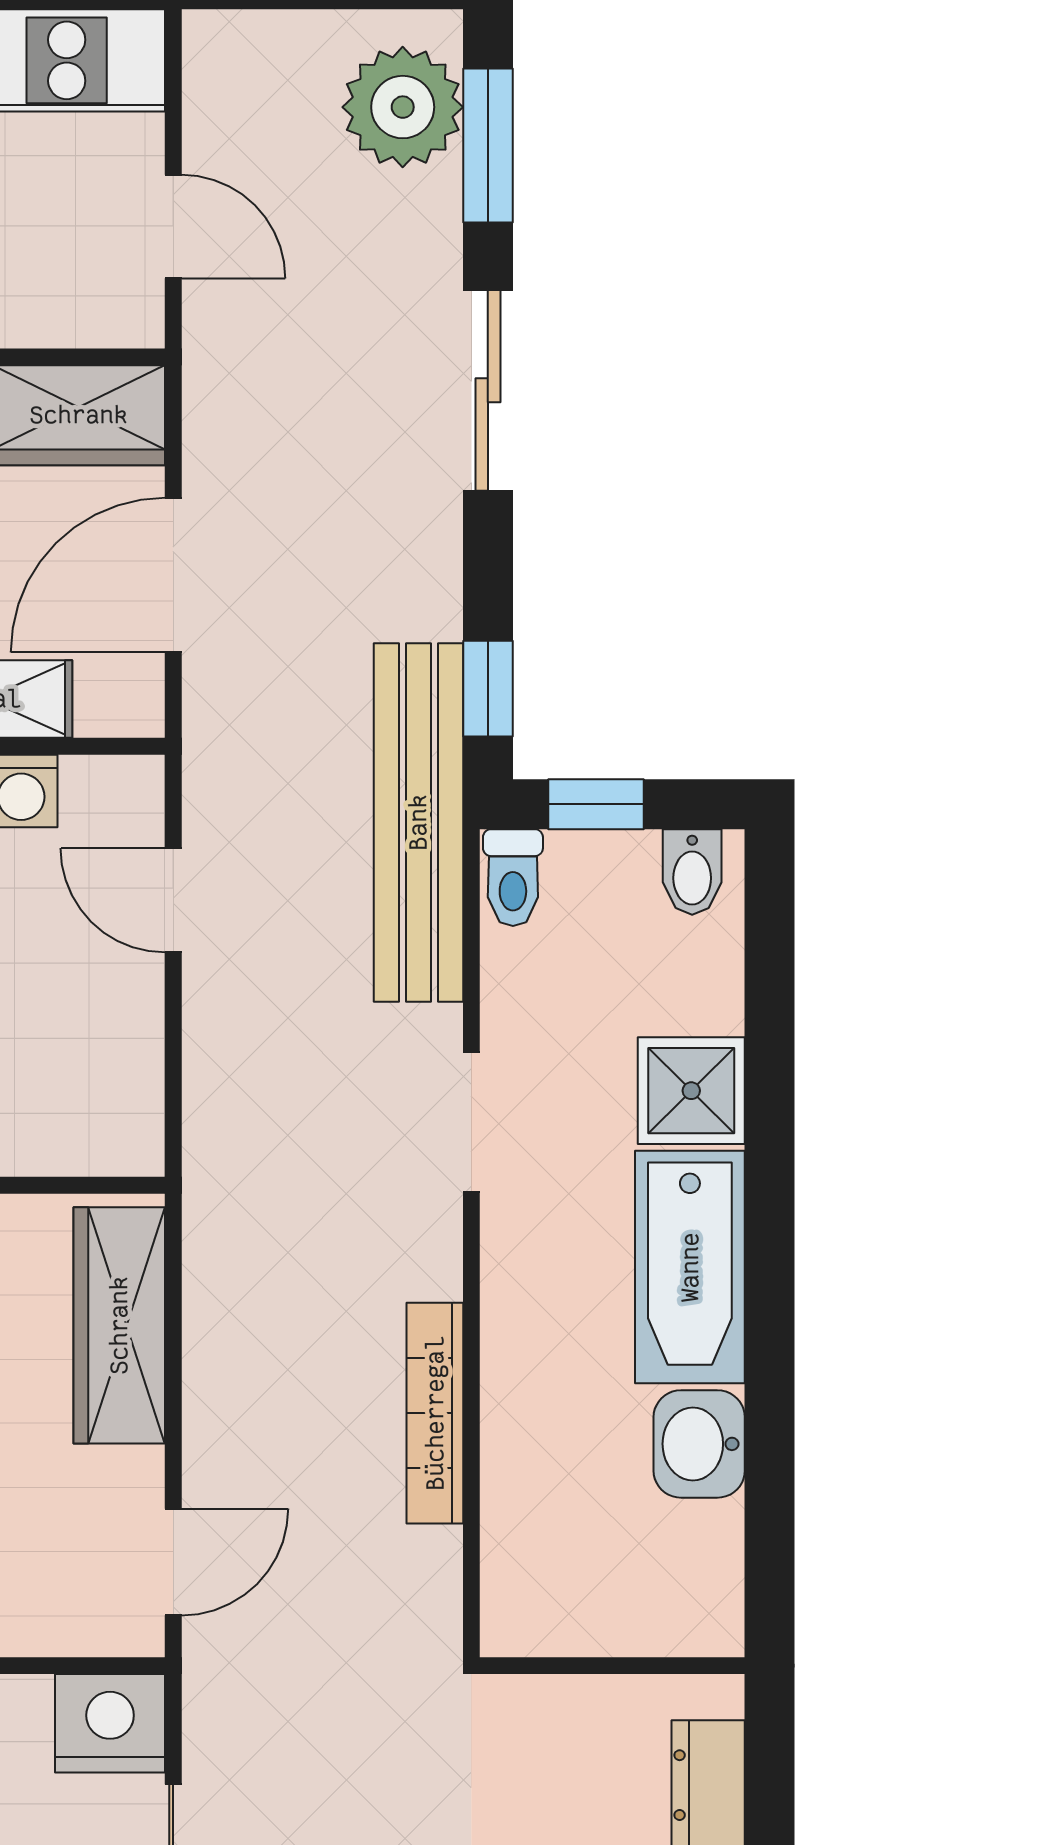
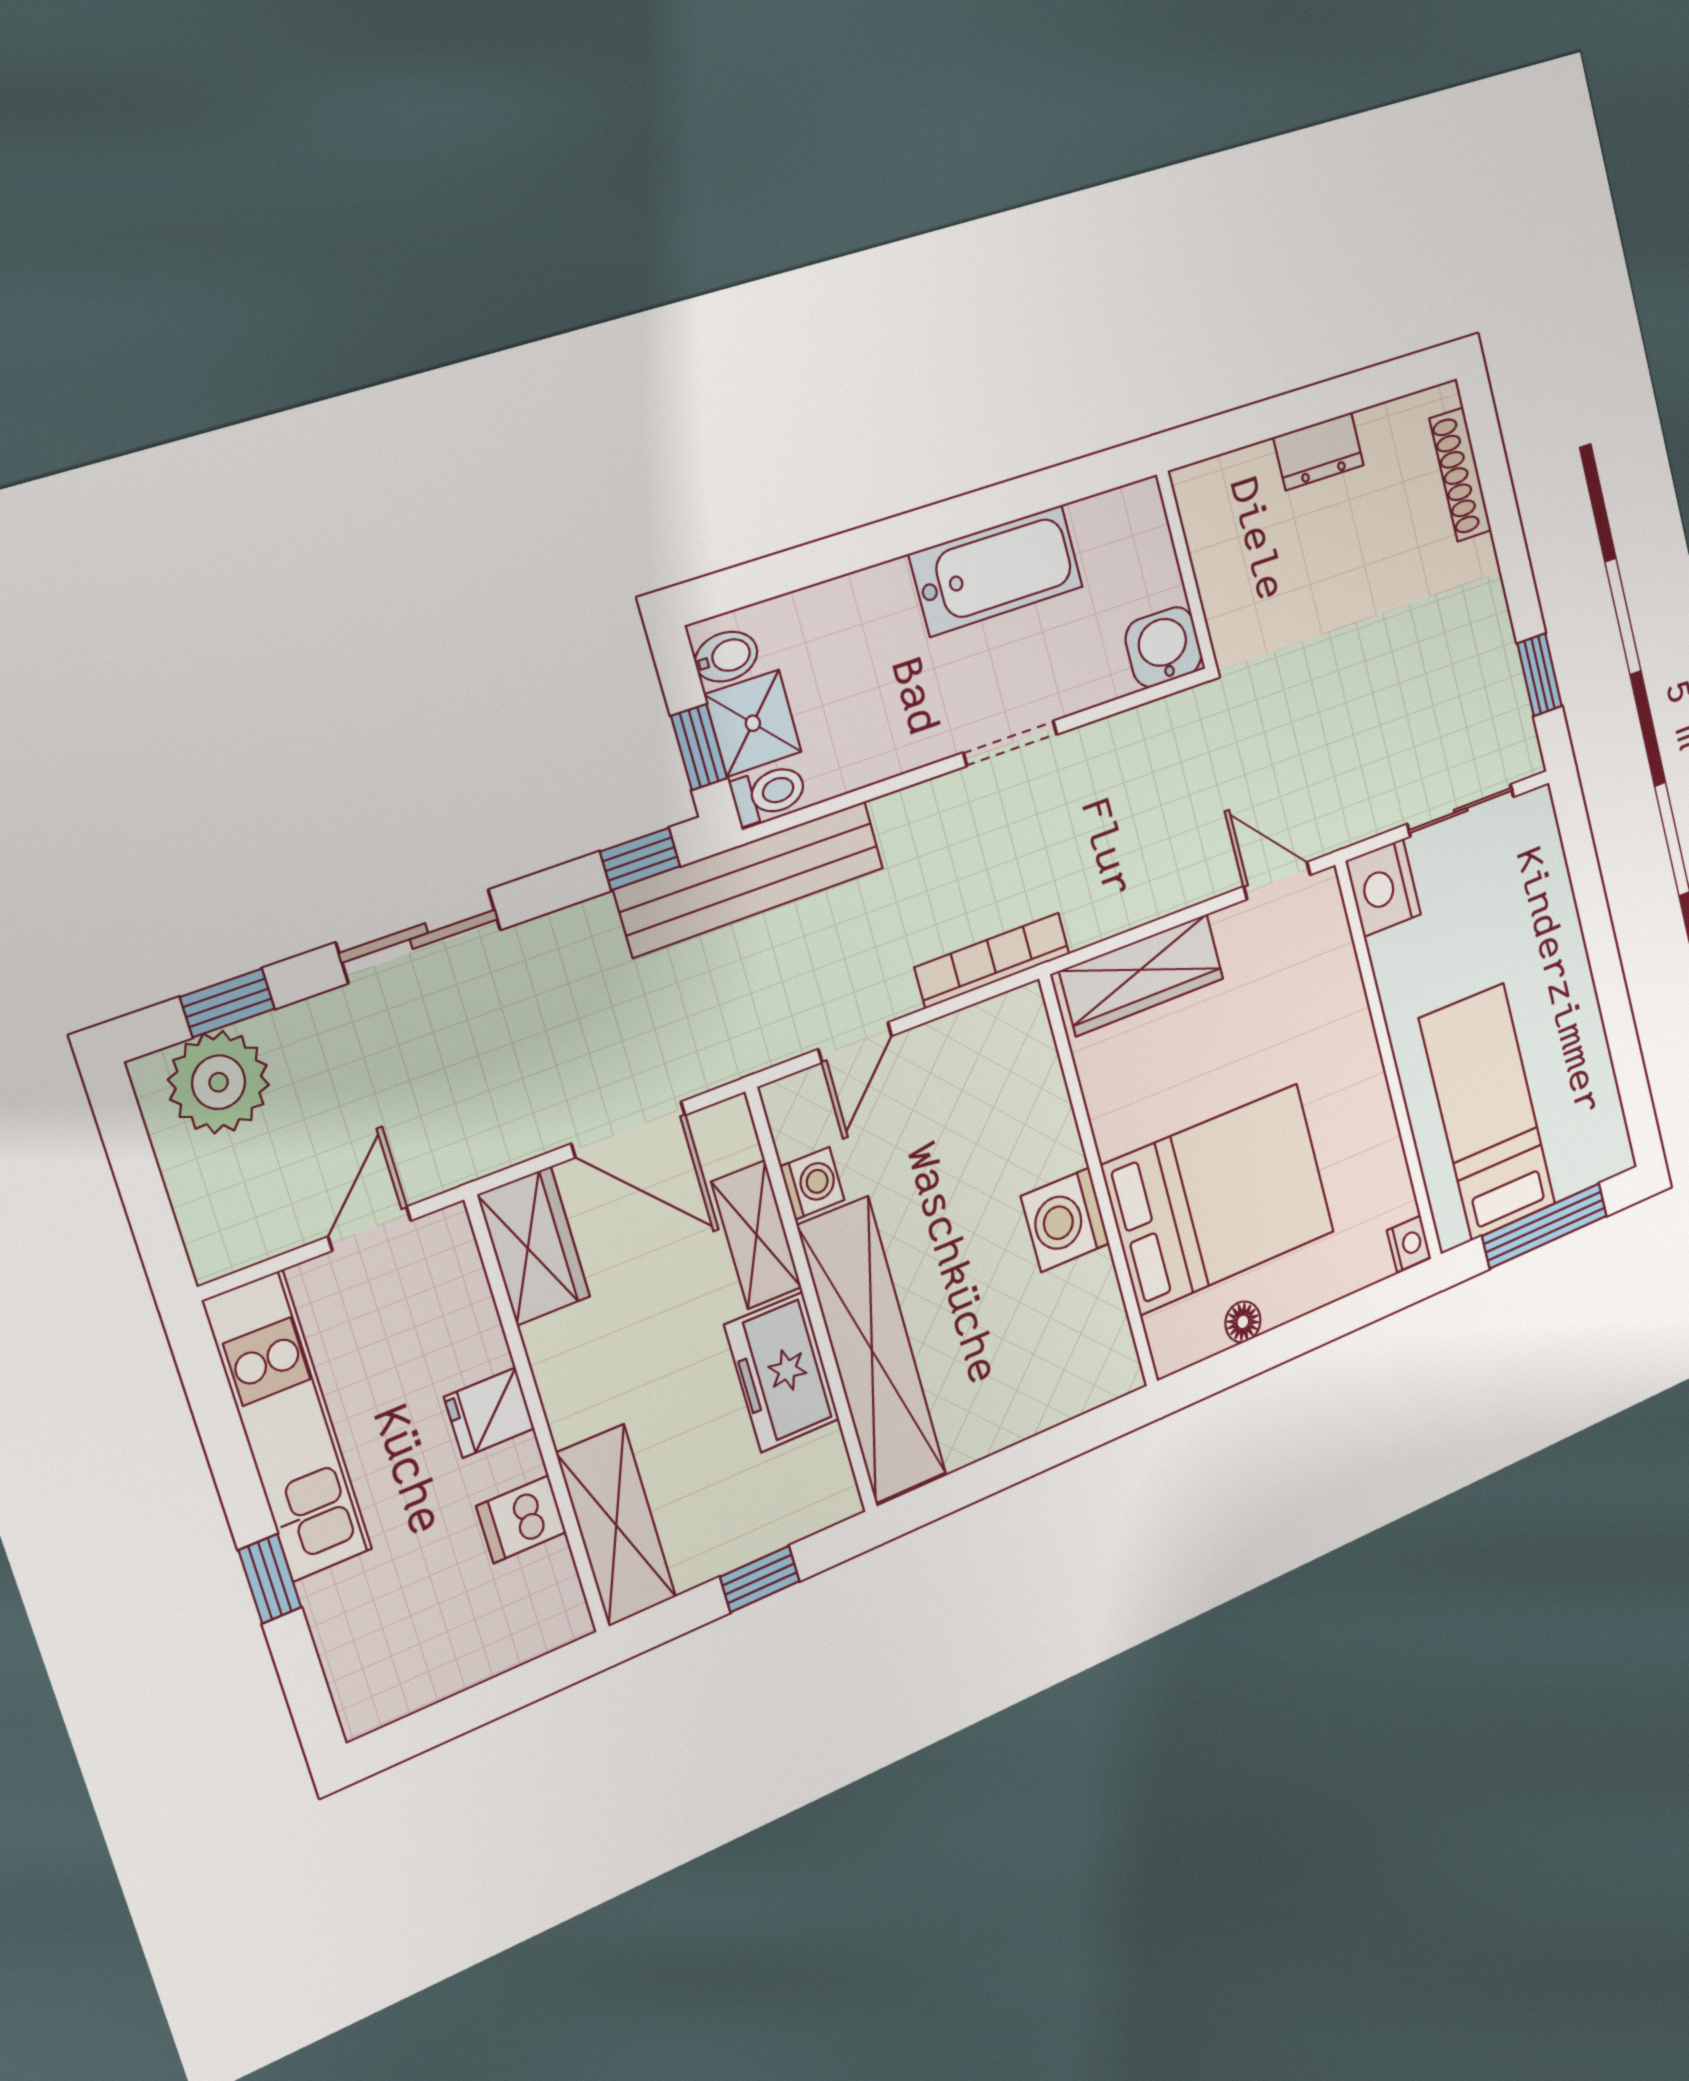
window: (488, 145) -> (227, 1003), width x0.67
shower: (691, 1091) -> (753, 723), moved
doorway: (471, 1122) -> (1010, 743), moved
bookcase: (435, 1413) -> (992, 961), moved, turned 180
washbasin: (699, 1444) -> (1164, 647), moved, turned 180
wall: (612, 1666) -> (1186, 570), moved

